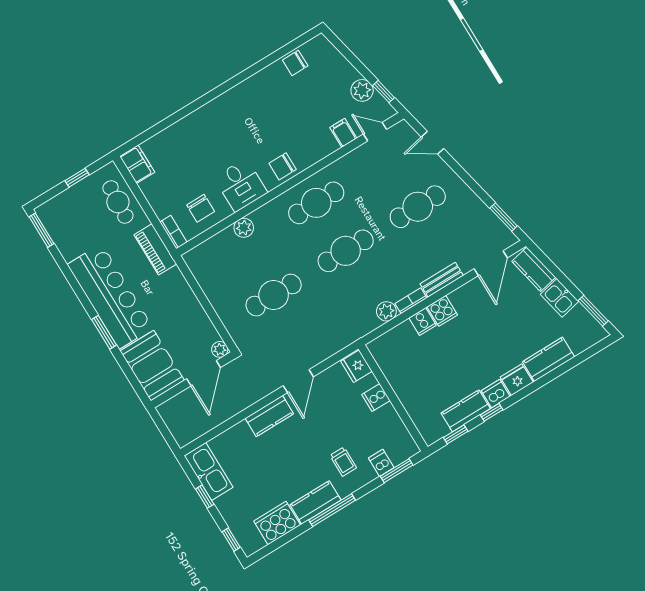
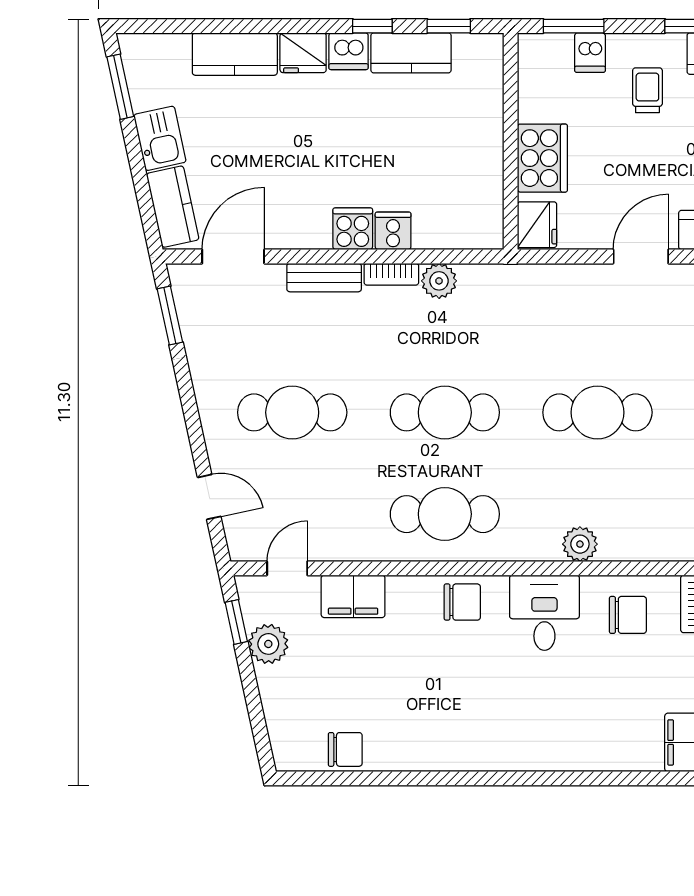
door: (375, 132) -> (287, 568), swing flipped
filing cabinet: (343, 133) -> (353, 596), width x2.00
chair: (201, 208) -> (628, 615), turned 90
cooker: (376, 397) -> (542, 158), width x1.87, depth x1.31

